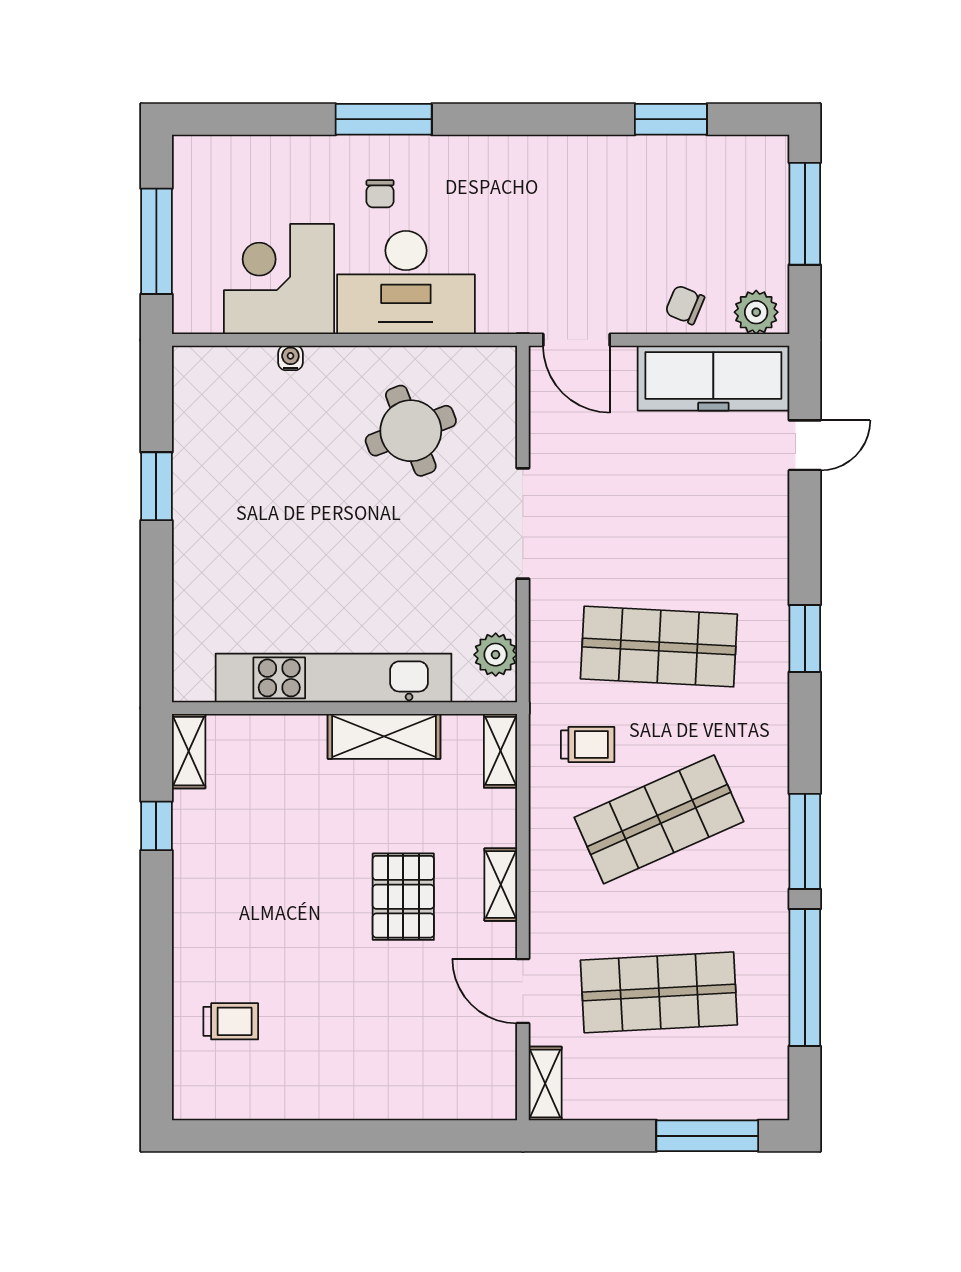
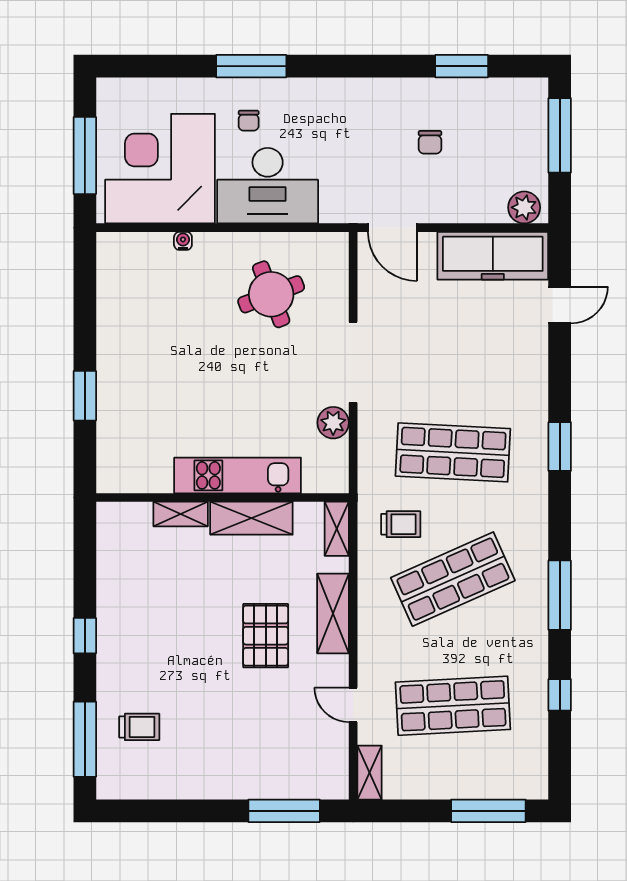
corner desk: (279, 279) -> (160, 169), width x1.36, depth x1.36
chair: (685, 305) -> (430, 142), moved, turned -113
window: (156, 486) -> (85, 396), moved
plant: (496, 655) -> (333, 423), moved
kitchen unit: (334, 678) -> (238, 475), width x0.73
shelving: (189, 751) -> (181, 514), moved, turned 90
window: (156, 826) -> (85, 636), moved
shelving: (501, 885) -> (333, 613), width x1.50, depth x1.33
window: (805, 977) -> (560, 695), width x0.32
door: (523, 991) -> (353, 705), width x0.73
window: (156, 1038) -> (85, 739), added
window: (428, 1136) -> (284, 811), added

